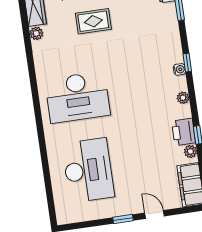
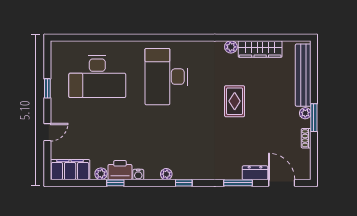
water cooler: (179, 69) -> (138, 175), moved
plant: (183, 98) -> (166, 174), moved
window: (123, 219) -> (47, 88), moved

